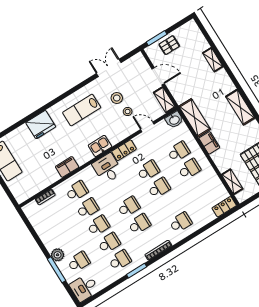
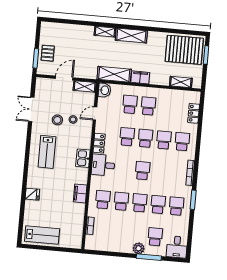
shelving: (213, 60) -> (105, 32), moved
fridge: (41, 125) -> (32, 194), width x0.53, depth x0.75
locker: (224, 207) -> (194, 113), moved
school desk: (139, 224) -> (164, 140), moved

